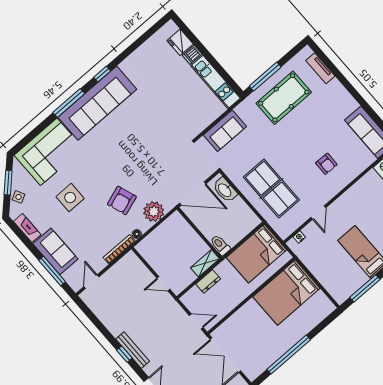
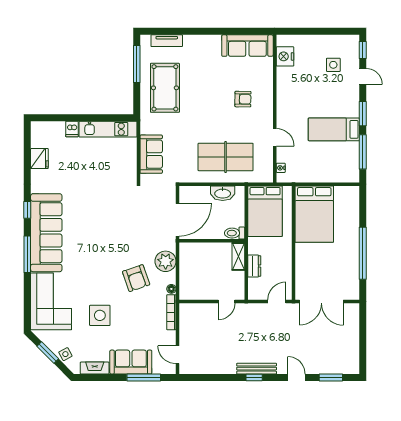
fridge: (180, 42) -> (39, 159), moved, turned -90
window: (265, 77) -> (137, 64), moved
washbasin: (225, 190) -> (223, 193), moved

